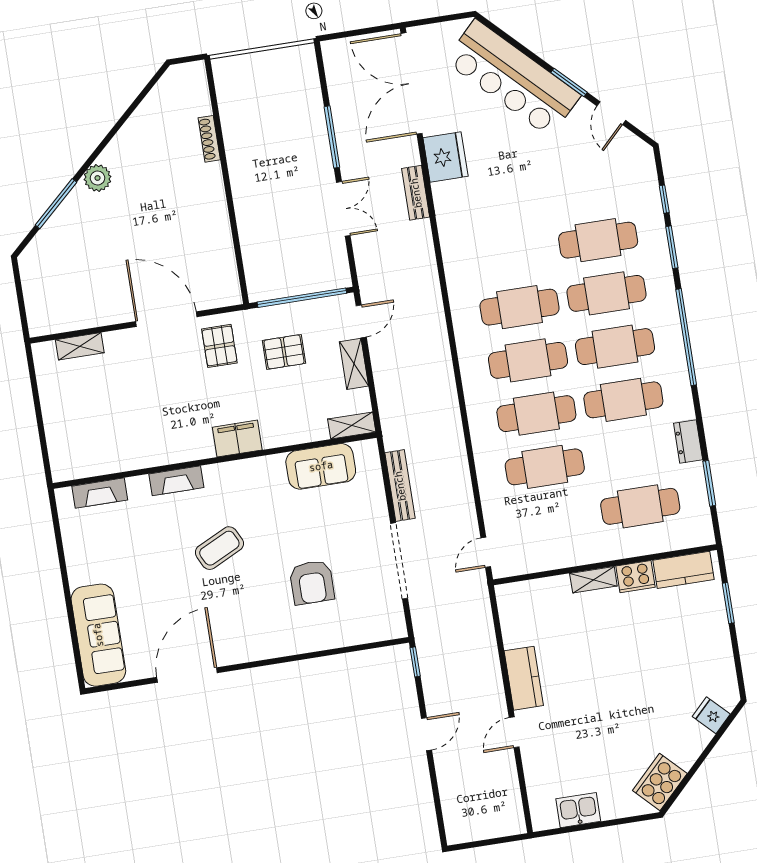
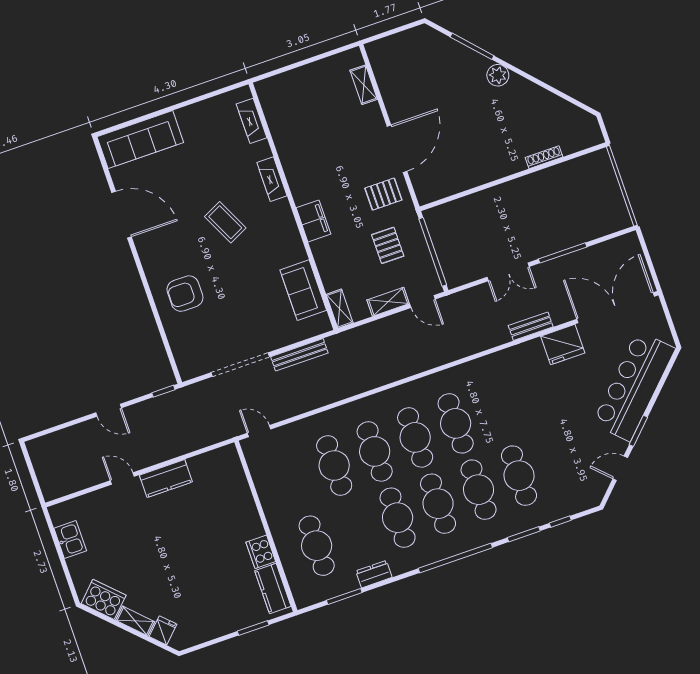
shelving: (593, 580) -> (135, 621), moved, turned -45
armchair: (312, 582) -> (185, 294), moved

